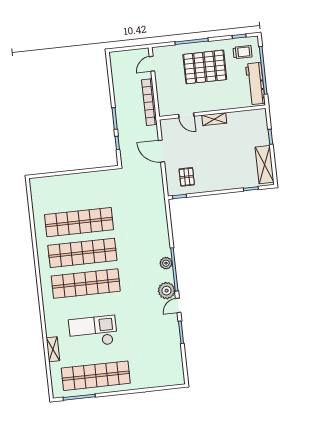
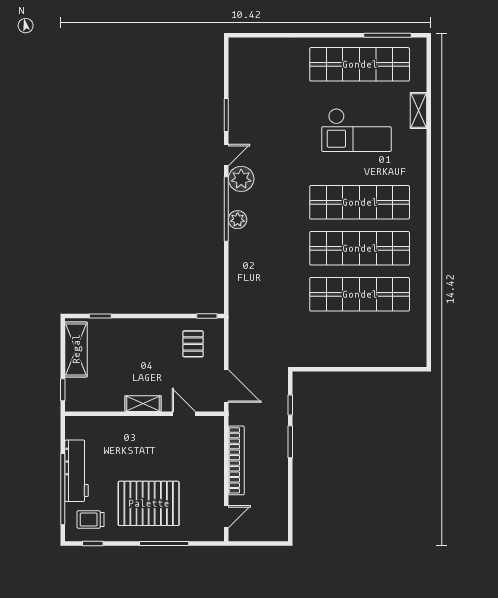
wall: (212, 112) -> (145, 414), moved
door: (186, 115) -> (184, 414), moved
shelving: (214, 119) -> (143, 404), moved

